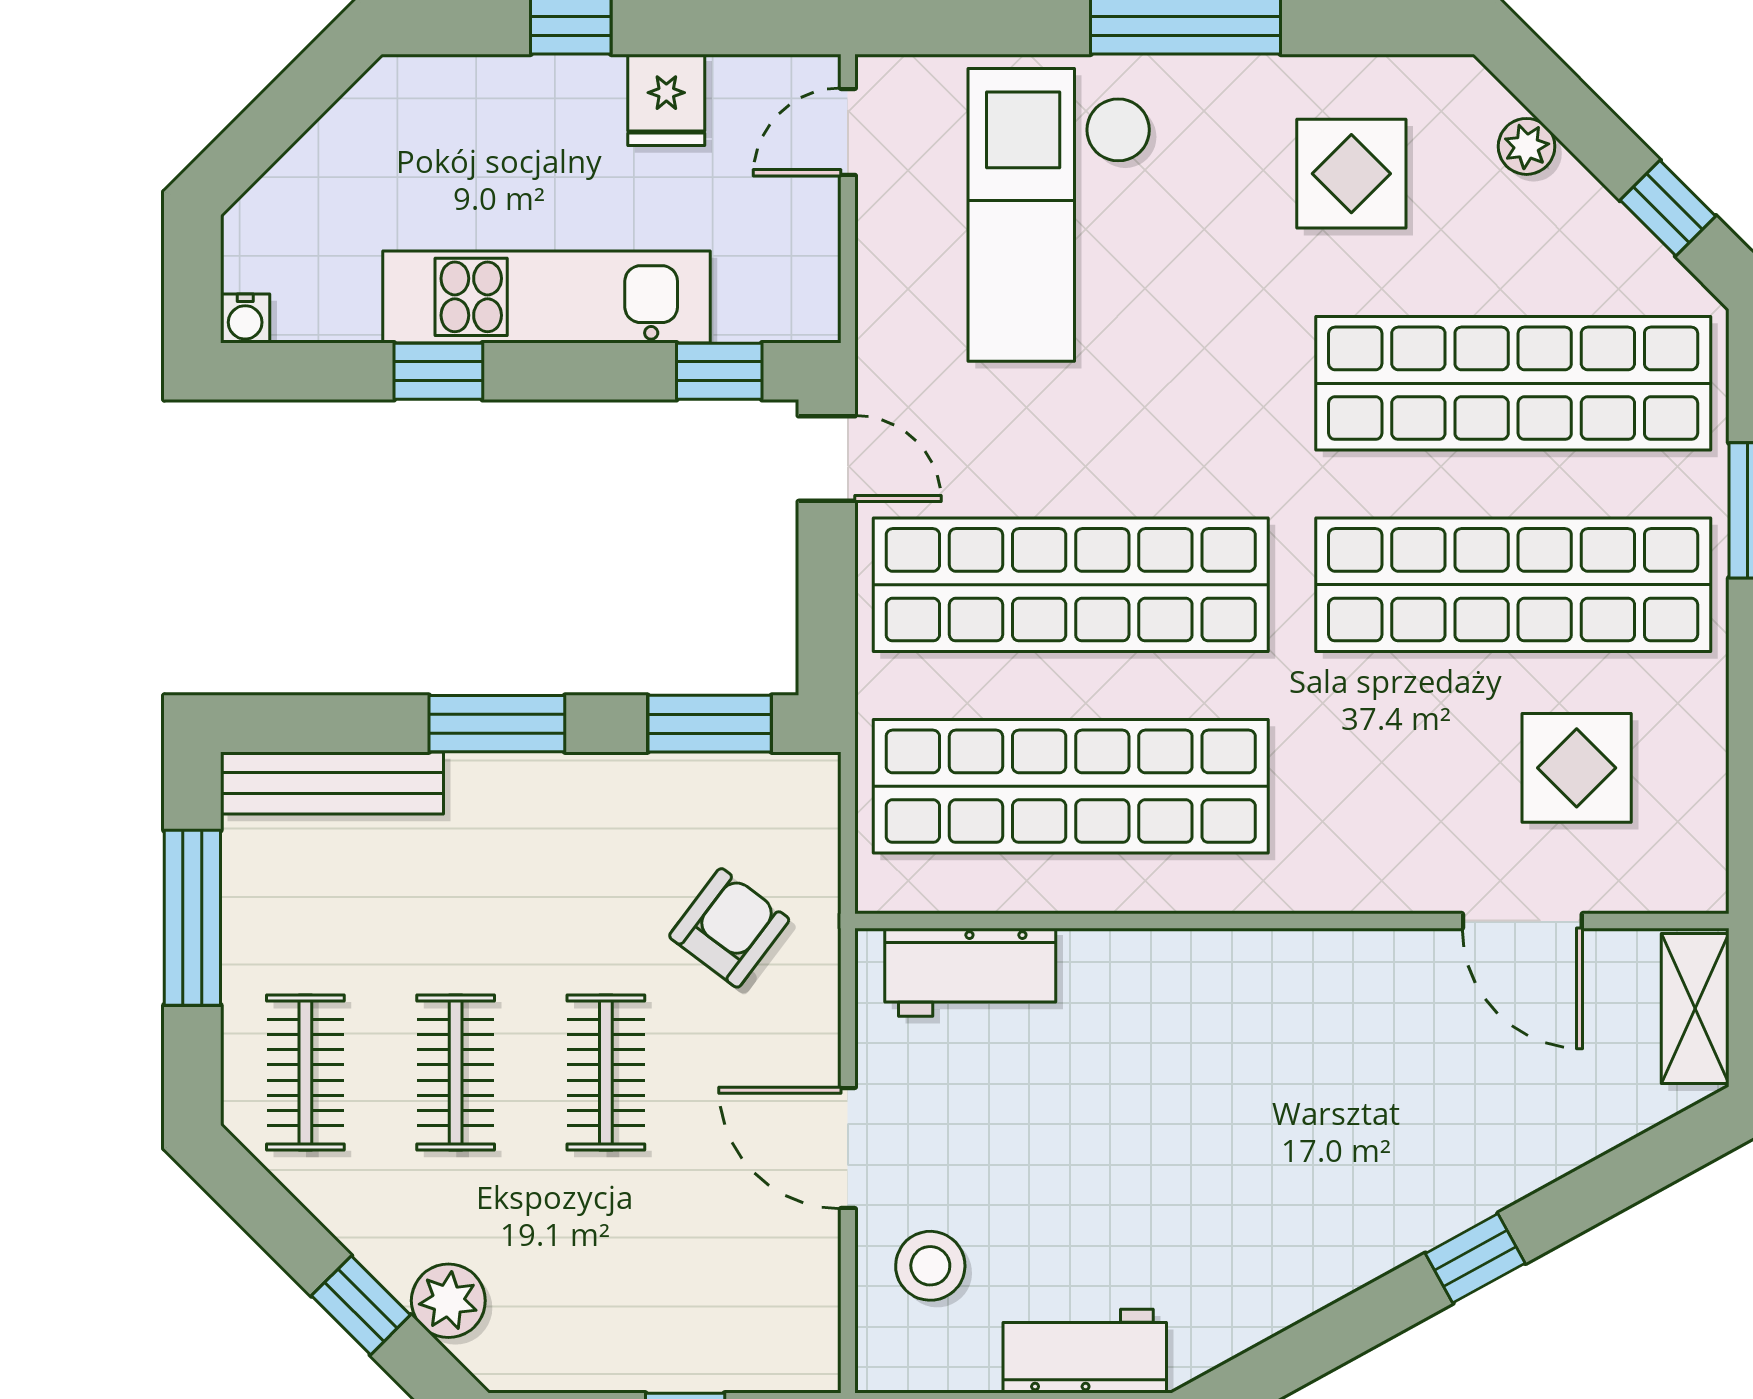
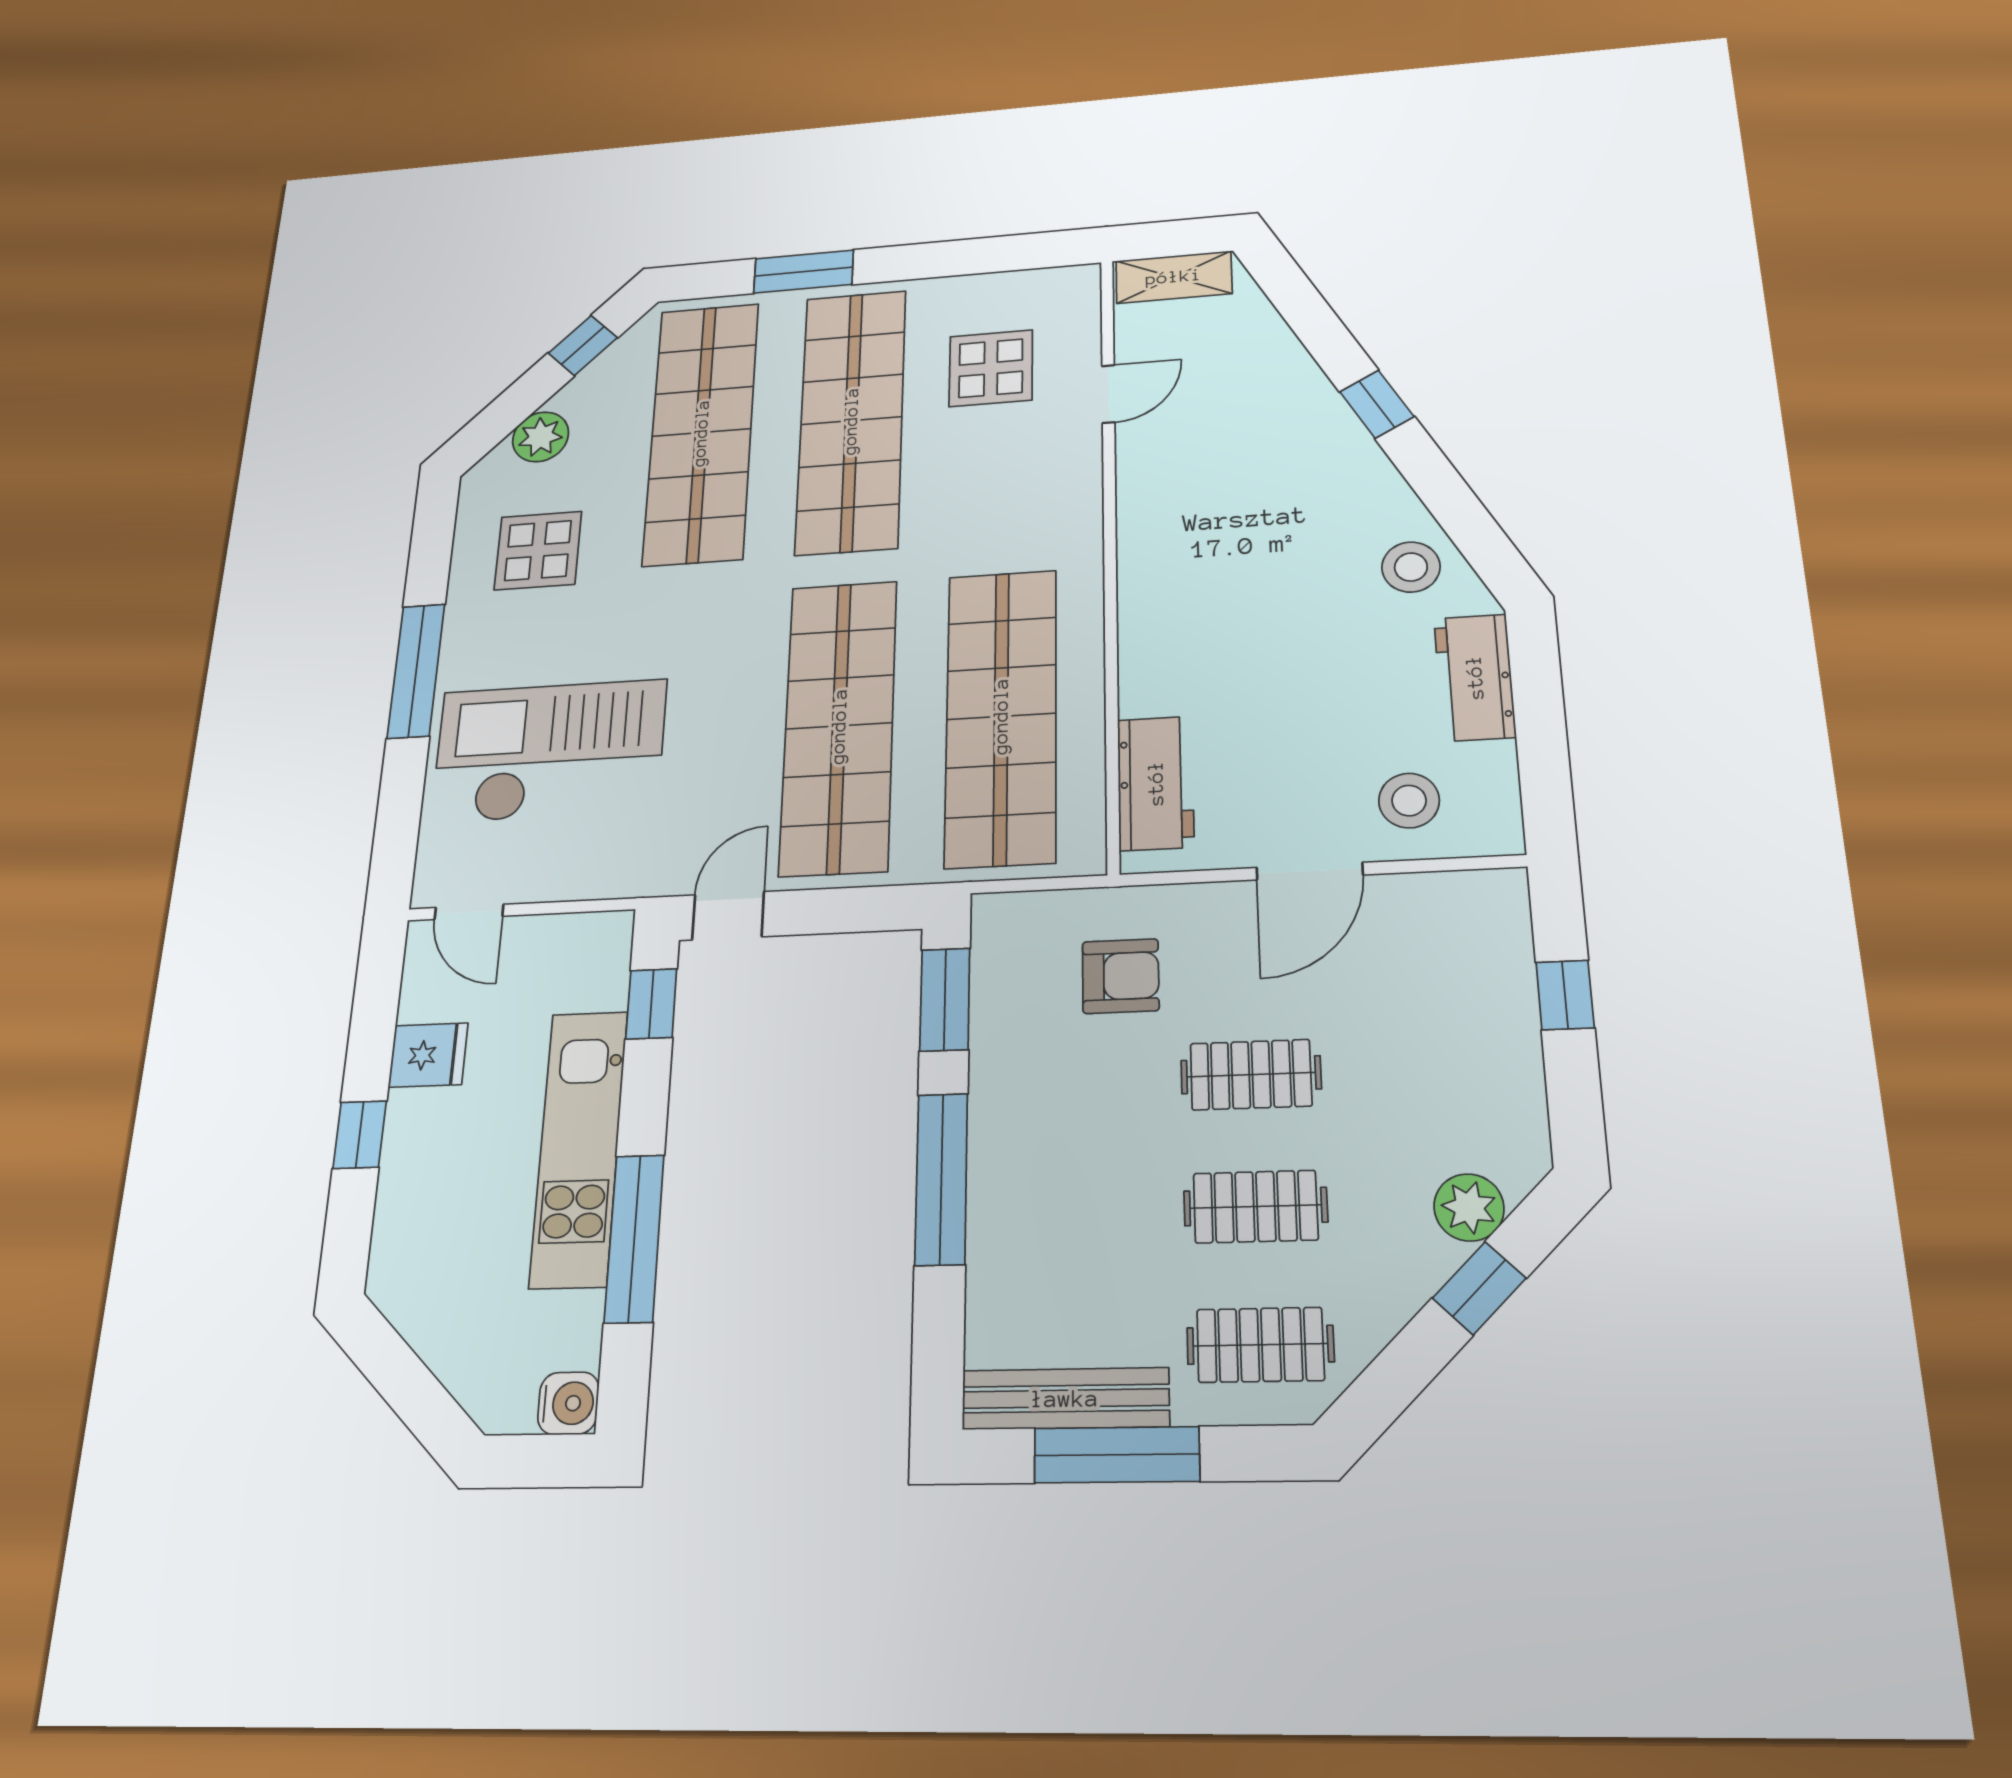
plant: (1527, 146) -> (541, 437), width x1.38, depth x1.38
checkout: (1060, 215) -> (549, 751), turned 180
water cooler: (245, 318) -> (568, 1403), width x1.38, depth x1.38
window: (438, 371) -> (634, 1238), width x2.17
window: (497, 724) -> (941, 1179), width x1.44
bench: (332, 783) -> (1065, 1399), moved, turned 90
door: (1522, 921) -> (1108, 394), width x0.73
armchair: (729, 928) -> (1121, 976), turned 143
stool: (1239, 1286) -> (1411, 567), added

